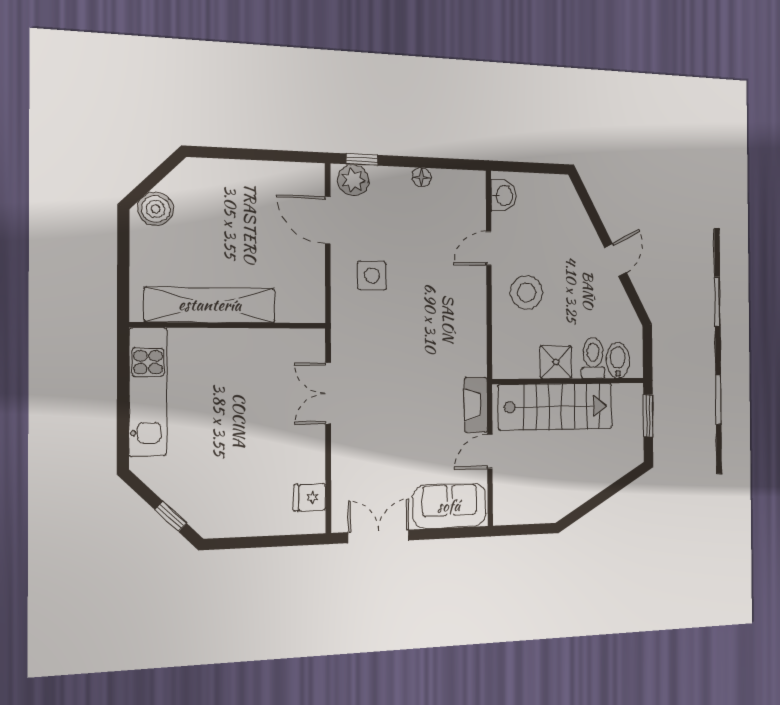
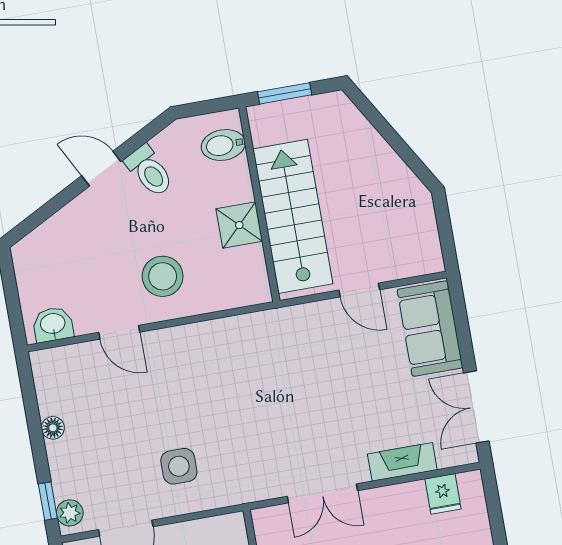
plant: (353, 180) -> (70, 513), width x0.73, depth x0.73
toilet: (593, 358) -> (149, 171), moved, turned -118
fireplace: (476, 405) -> (402, 462), moved, turned 180

